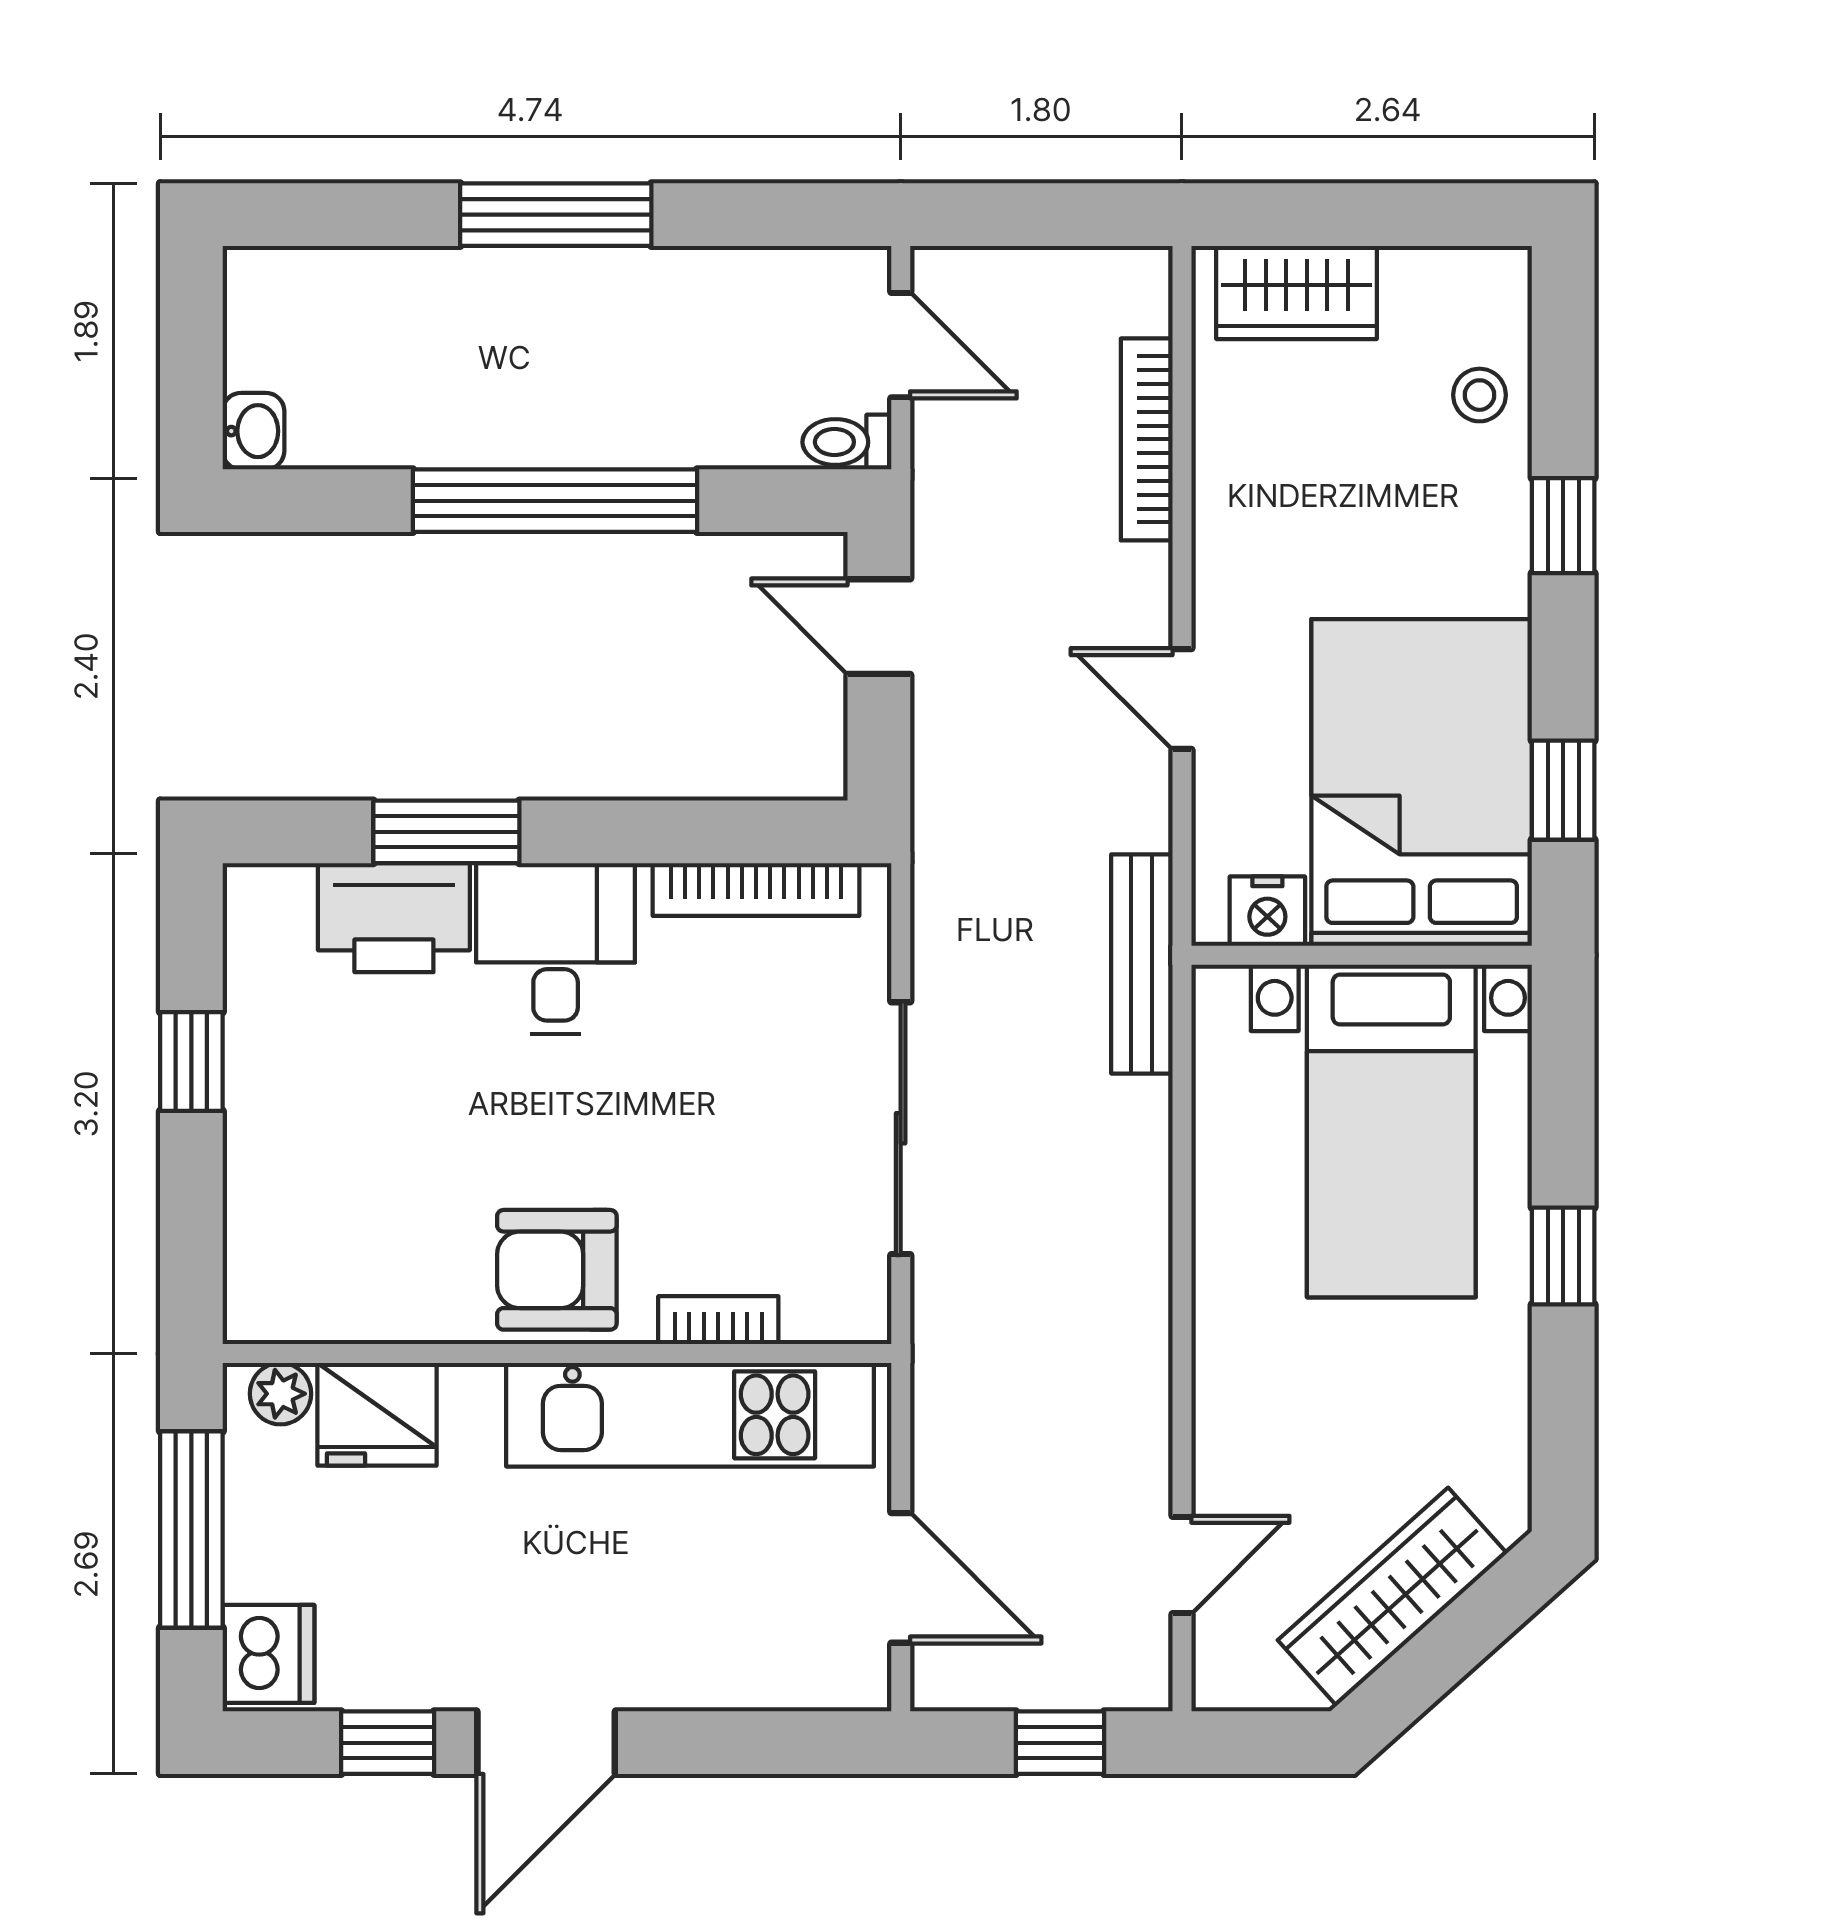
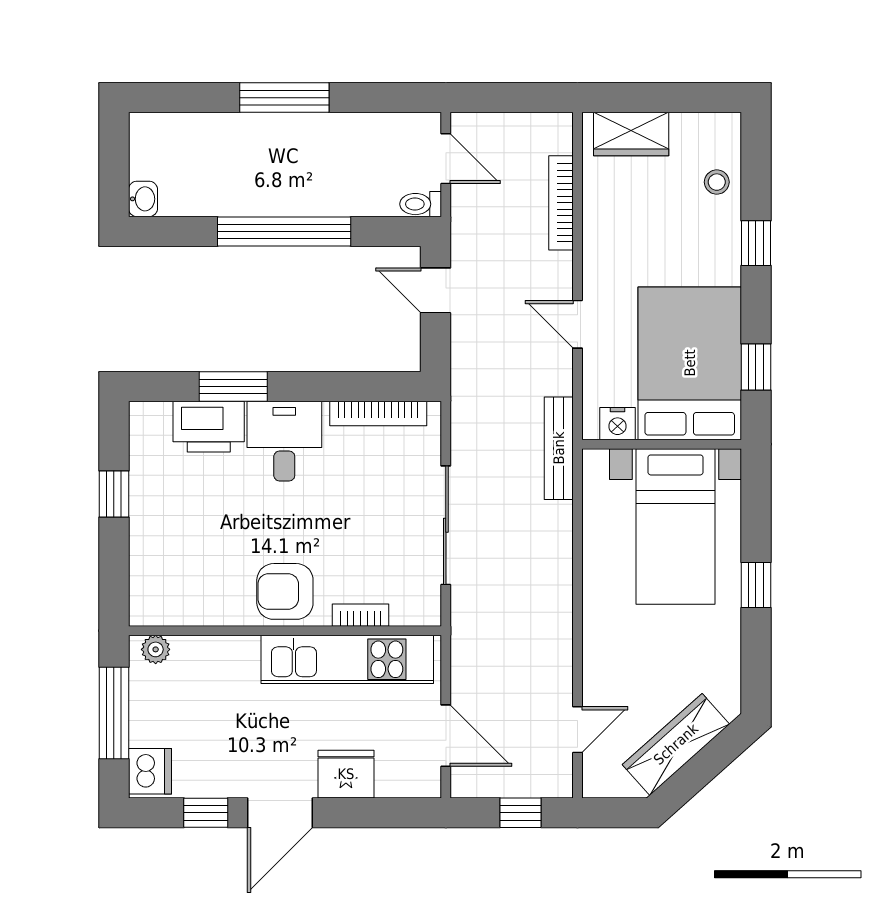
fridge: (377, 1414) -> (346, 774), moved, turned 180

